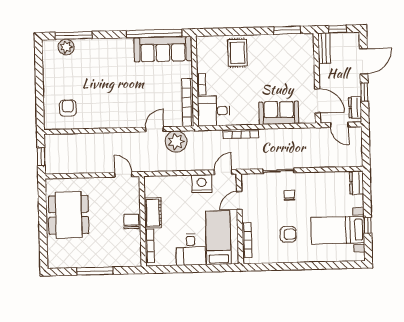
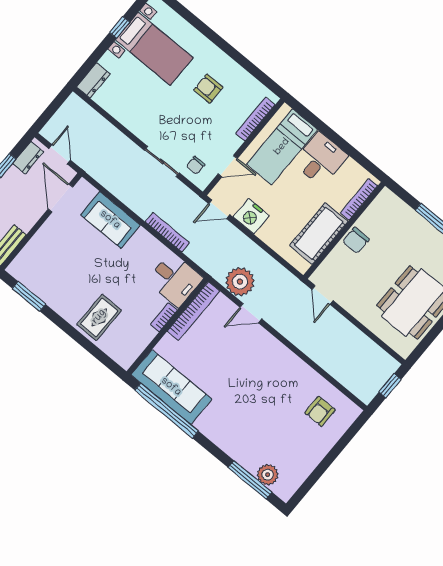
chair: (290, 195) -> (196, 165), moved
cot: (153, 213) -> (319, 233), width x1.37, depth x1.34

